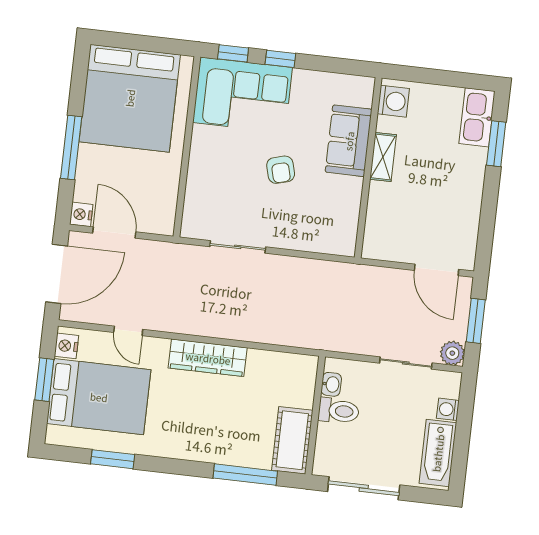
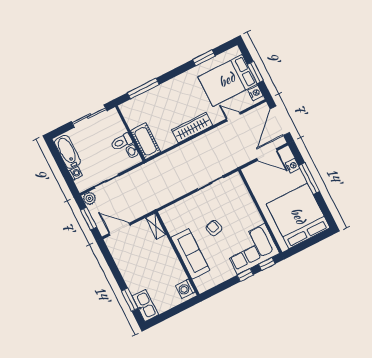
sofa: (349, 141) -> (190, 254), width x1.36
shelving: (383, 157) -> (156, 226), moved
nightstand: (81, 214) -> (293, 166), moved
cot: (292, 440) -> (146, 141), moved

